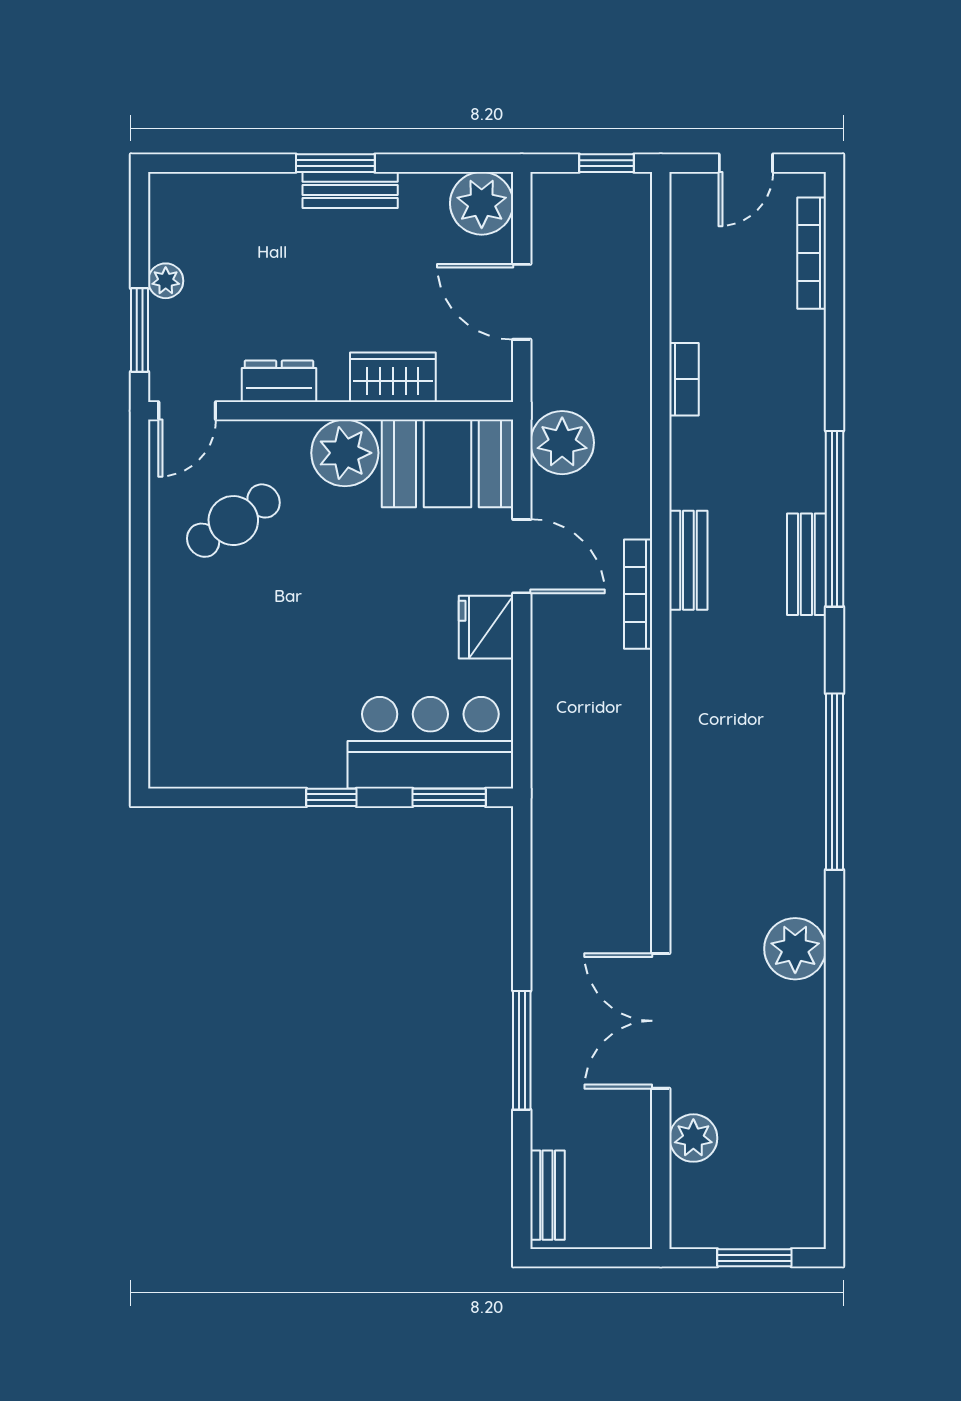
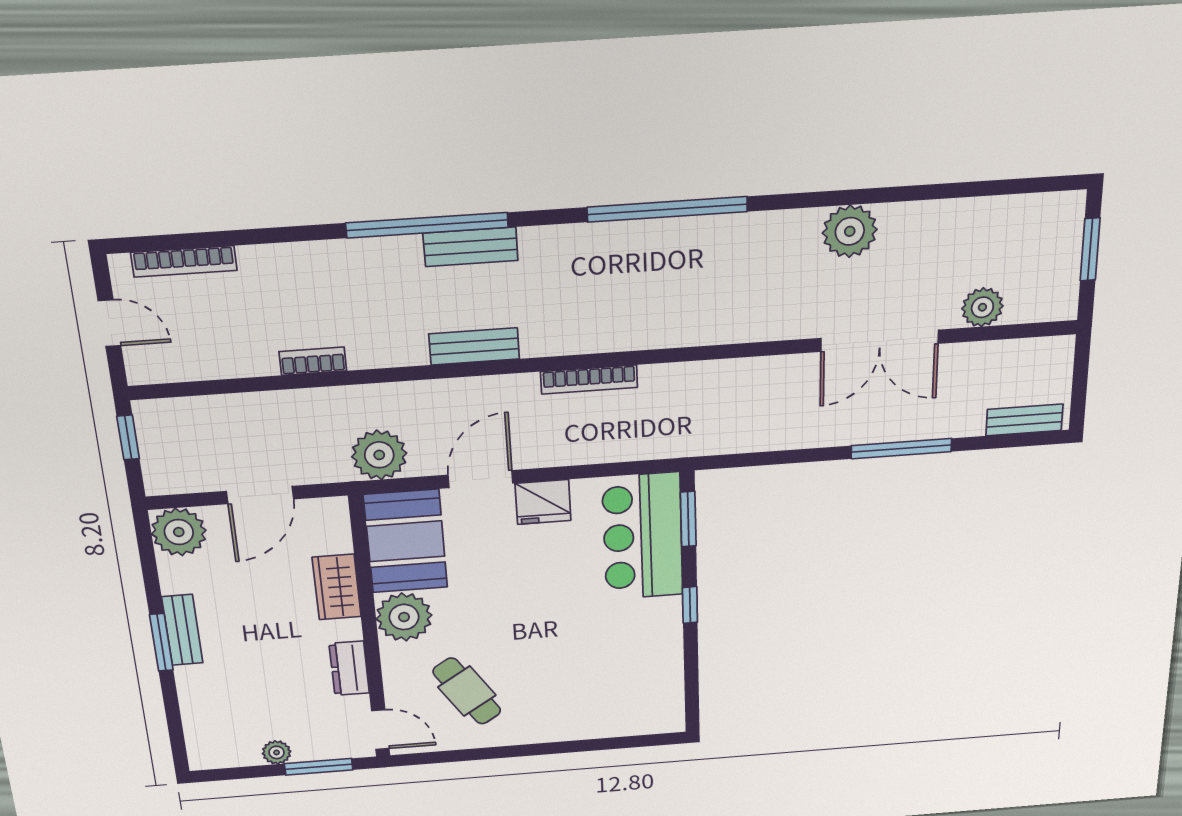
bookcase: (638, 594) -> (589, 379), moved
plant: (795, 949) -> (850, 231), moved

